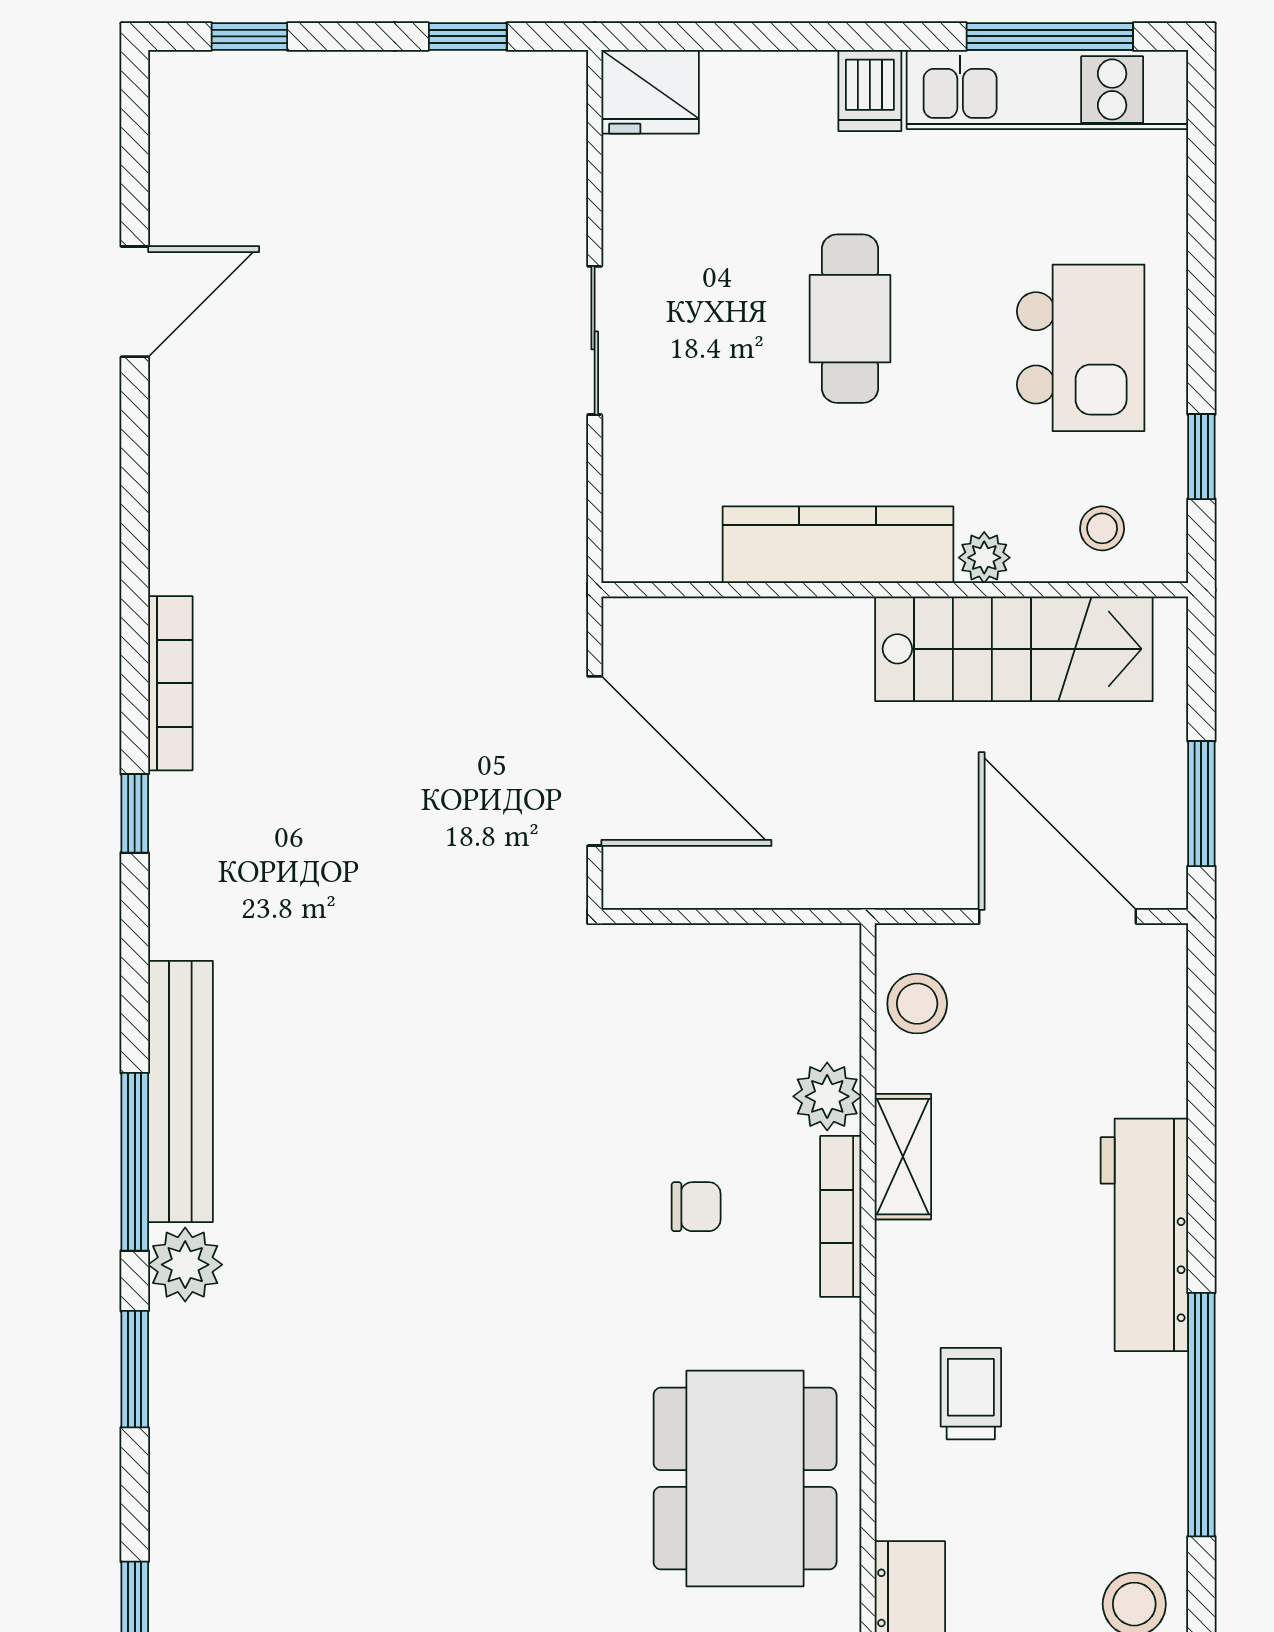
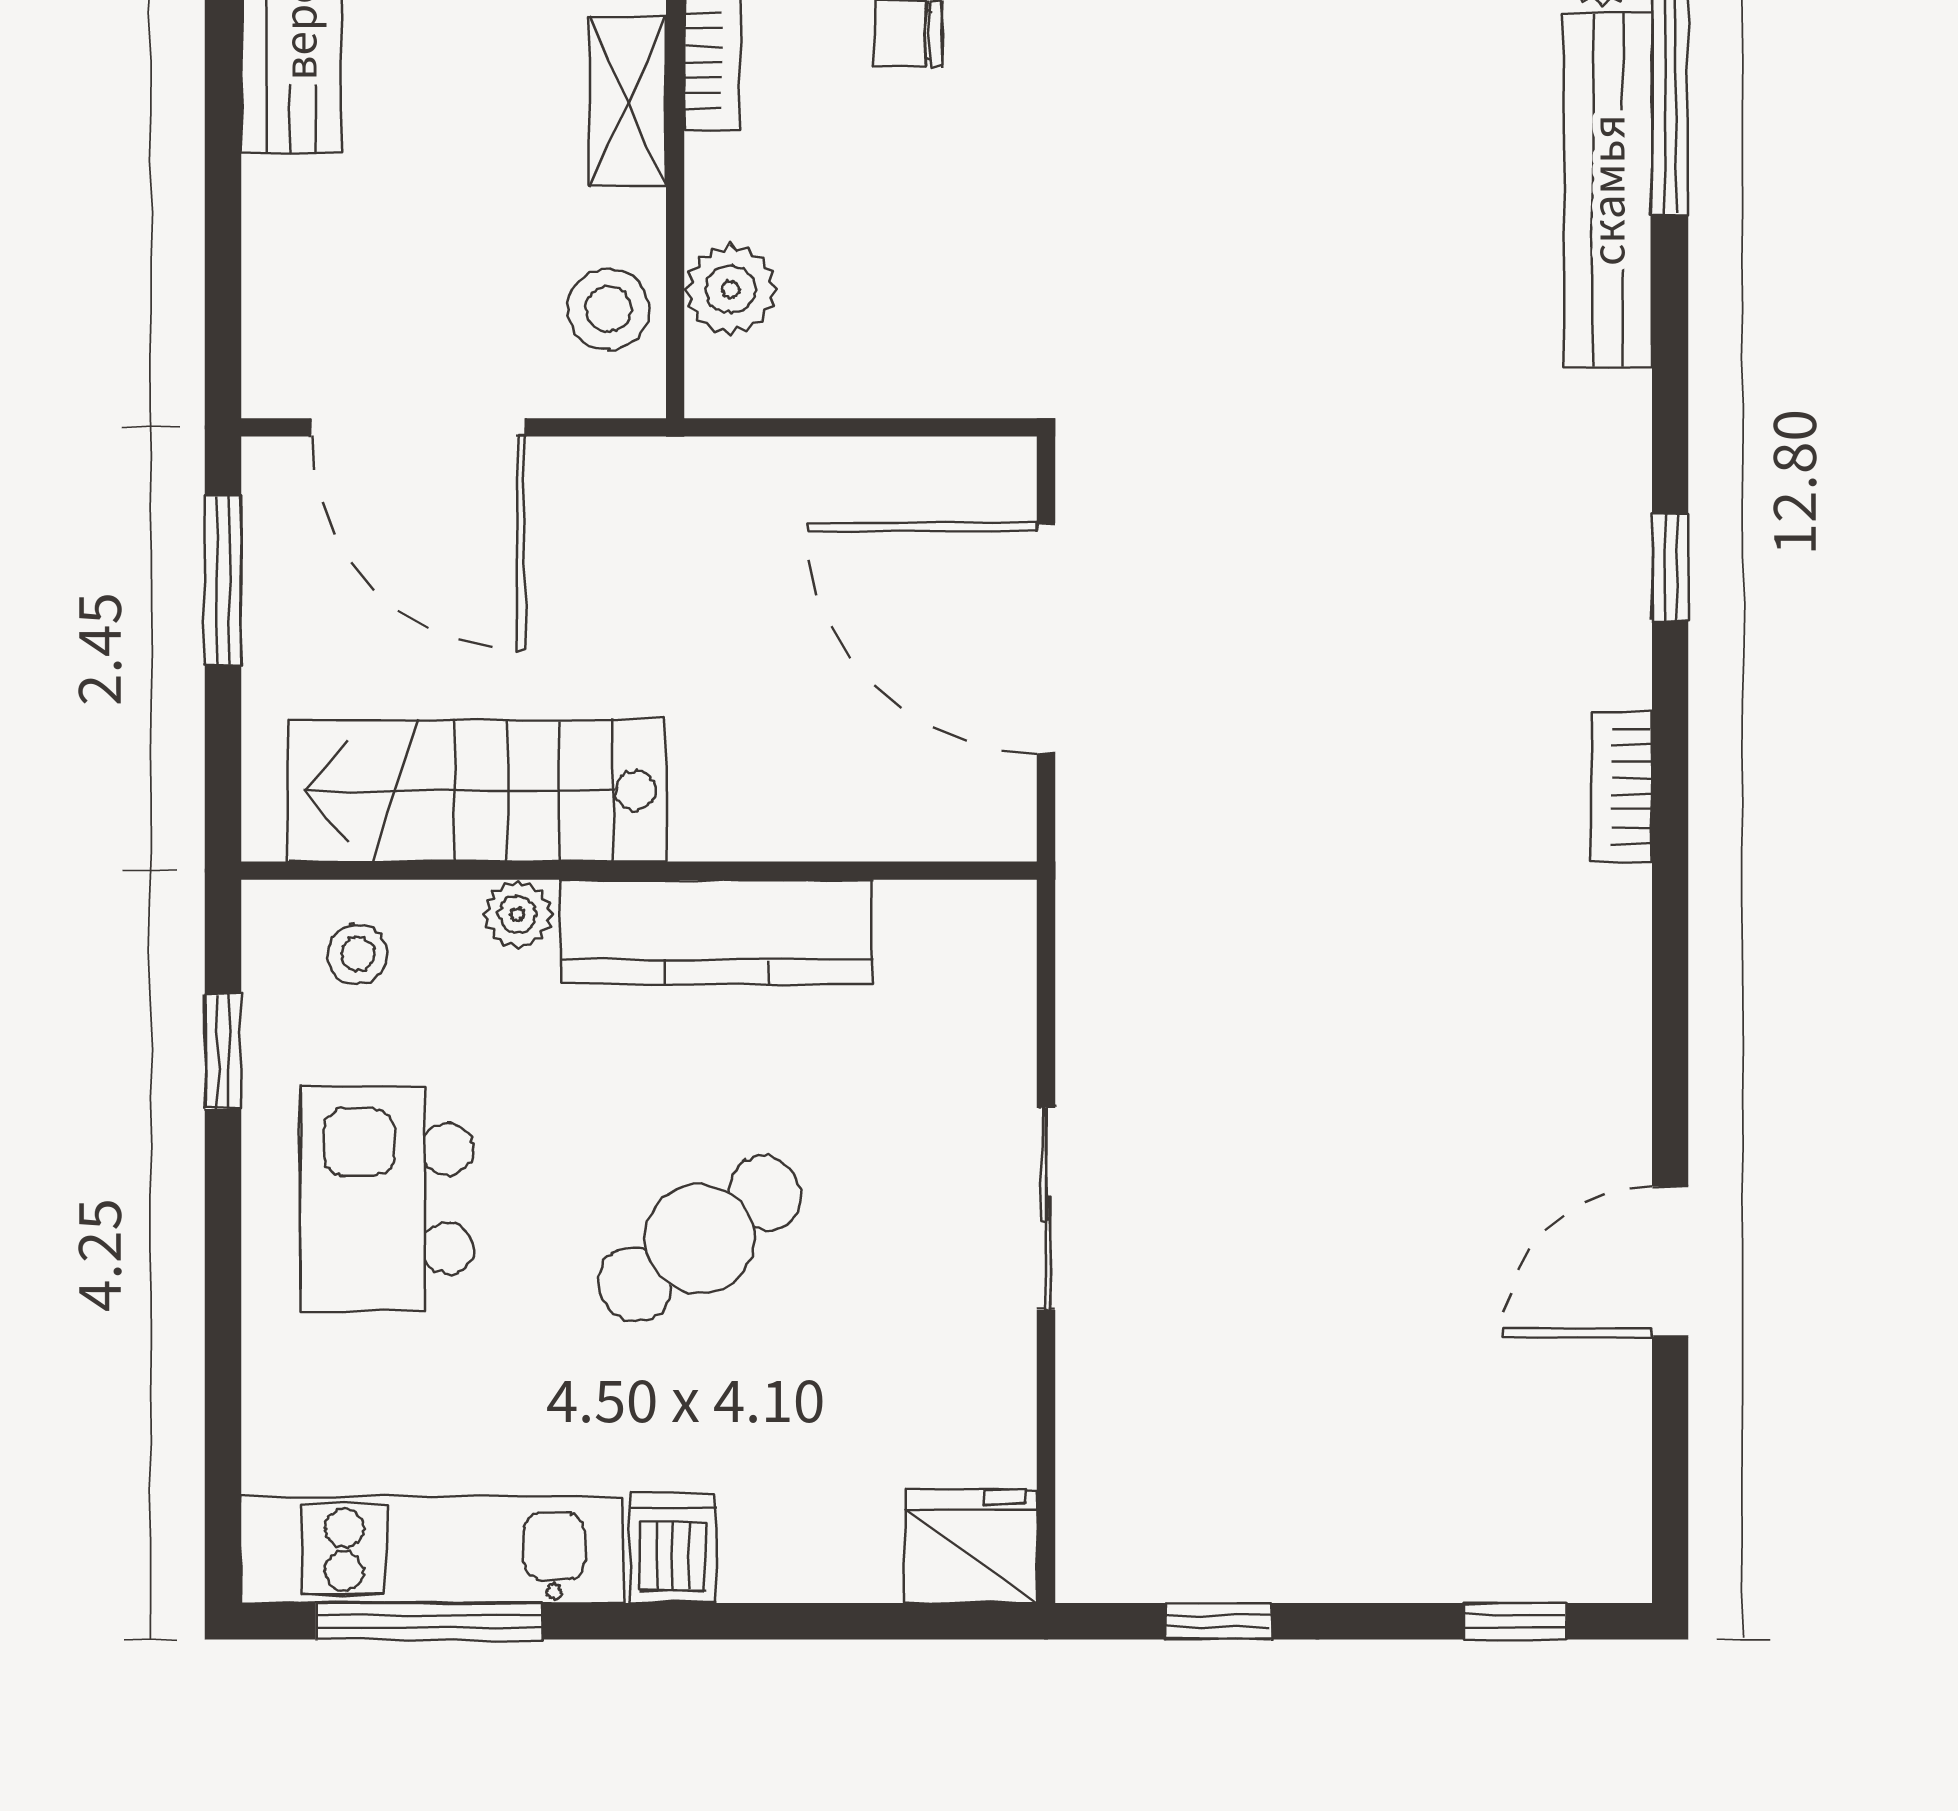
cafe table: (850, 319) -> (700, 1239), turned 55
bookcase: (170, 683) -> (1622, 787), width x0.64
plant: (827, 1096) -> (731, 290), moved

